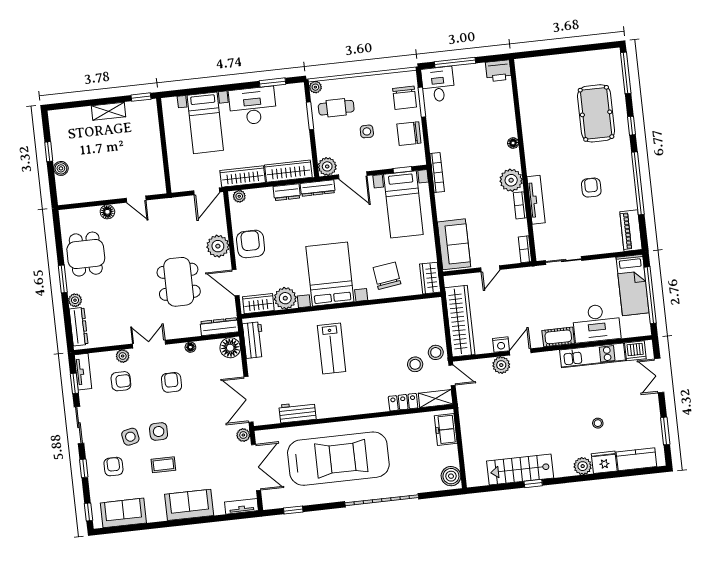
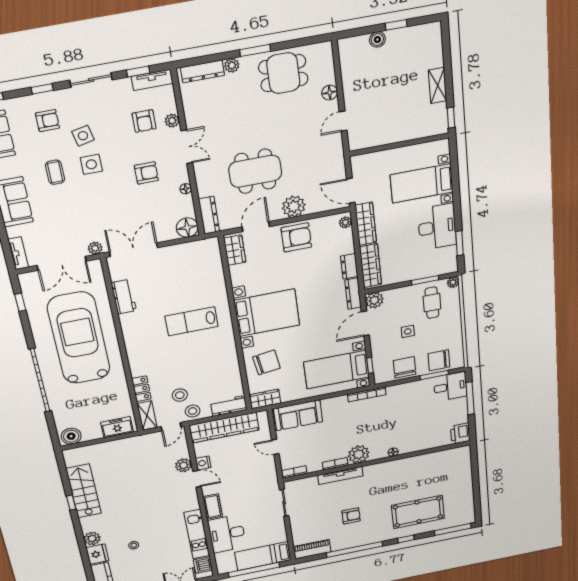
plant: (285, 298) -> (241, 275), removed
workbench: (253, 340) -> (229, 406), moved, turned 180
car: (338, 459) -> (79, 338), turned 180

